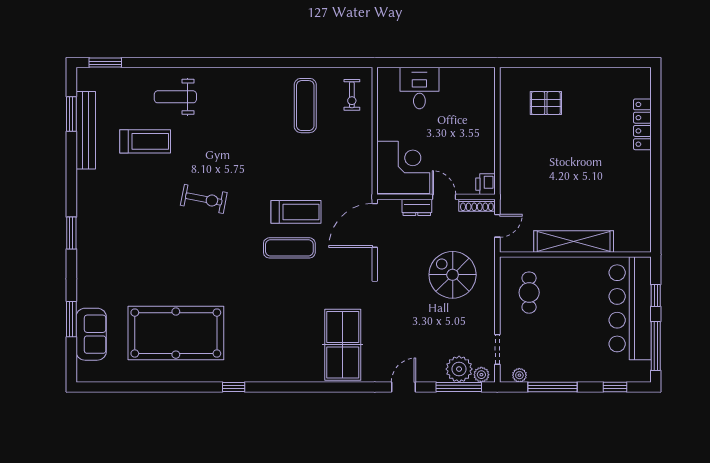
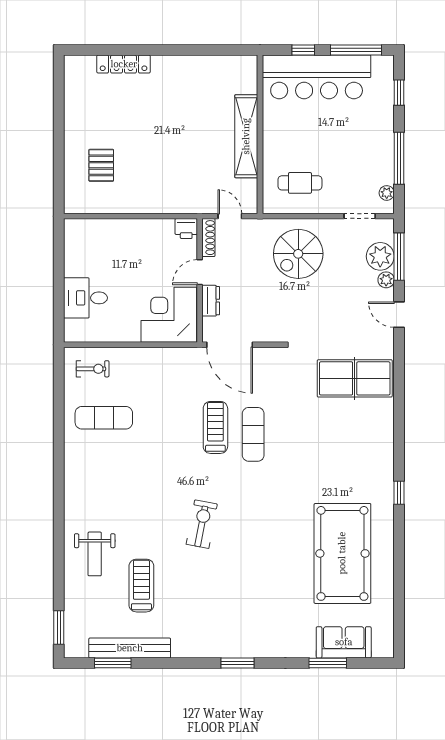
spiral stairs: (453, 275) -> (298, 254), moved
plant: (481, 375) -> (386, 280), moved

